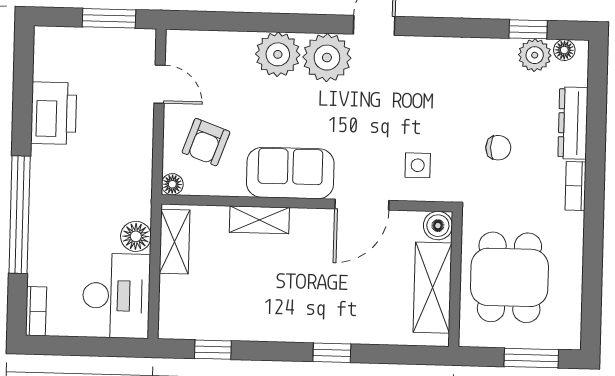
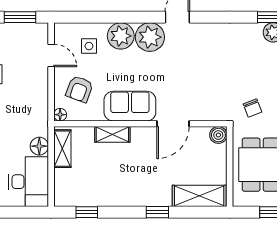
chair: (498, 148) -> (252, 108), moved, turned 69
side table: (418, 165) -> (89, 46), moved
shelving: (433, 288) -> (199, 196), moved, turned 90

